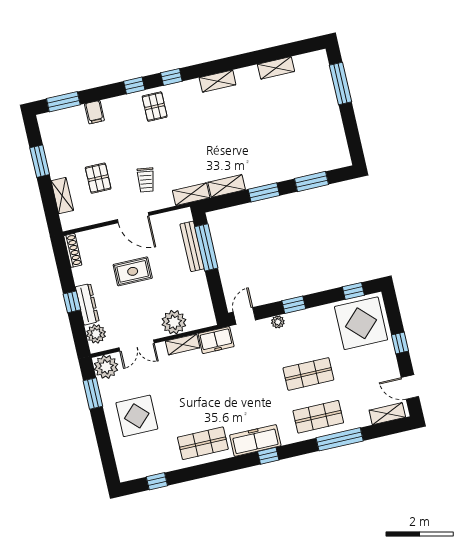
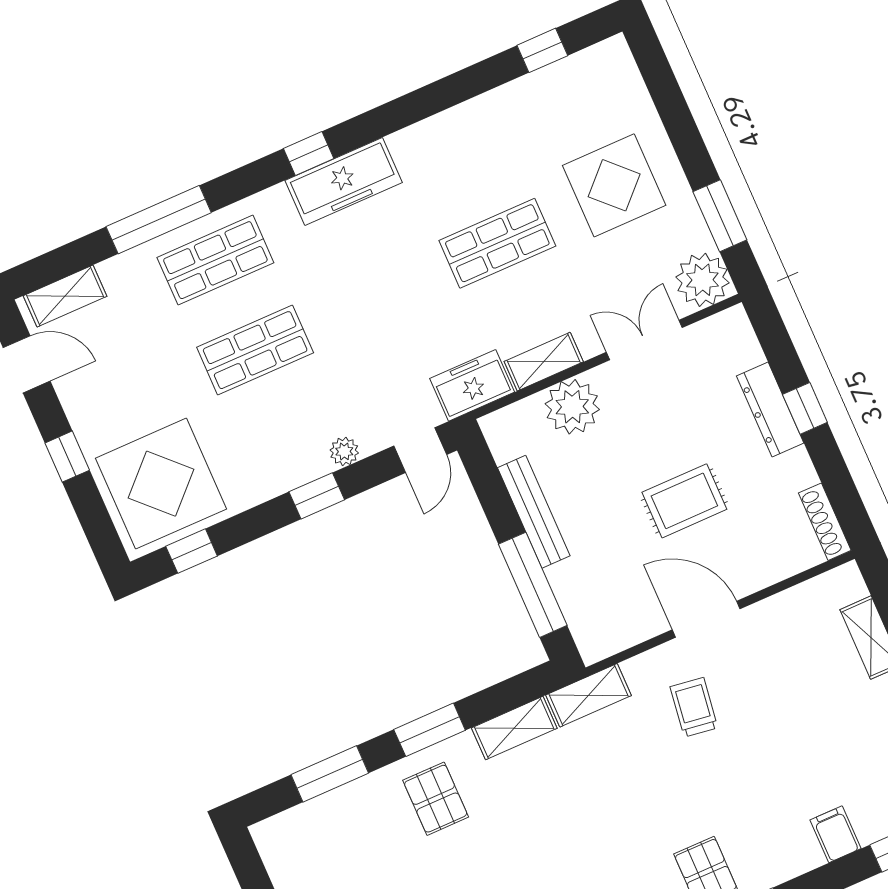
pallet: (98, 178) -> (436, 799), moved
bench: (192, 246) -> (534, 512), moved
plant: (96, 334) -> (738, 348), removed
shop shelf: (203, 443) -> (497, 243), moved

